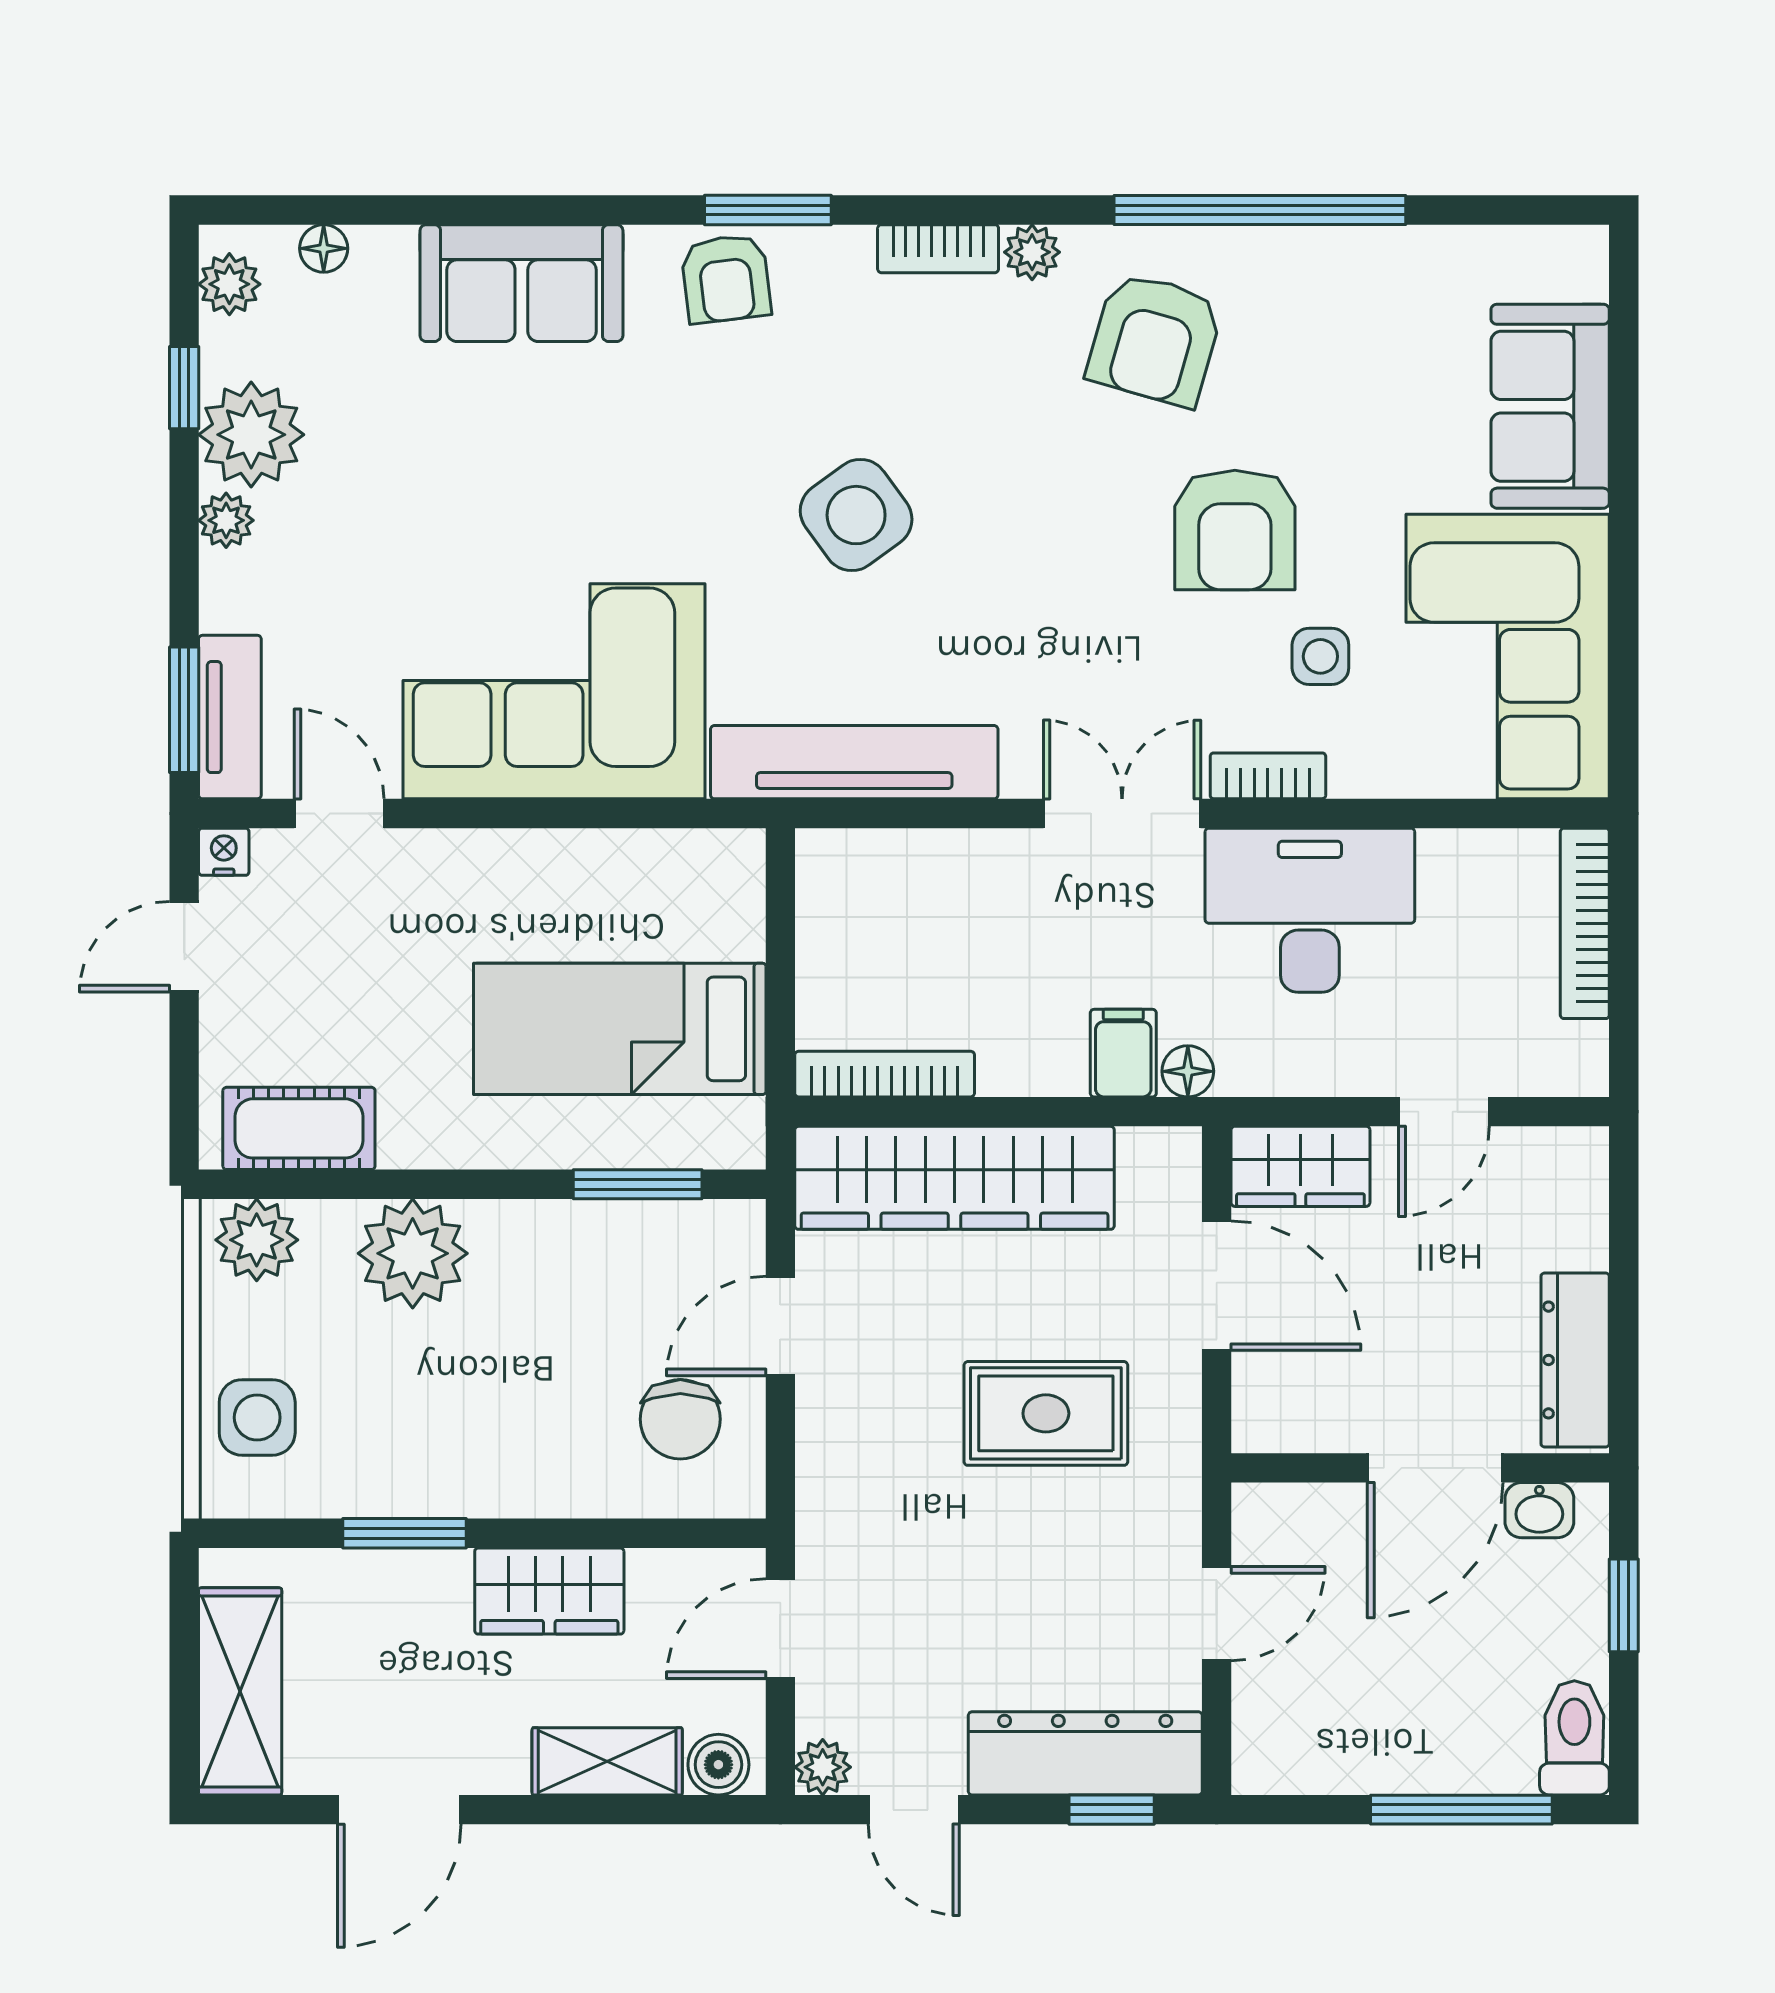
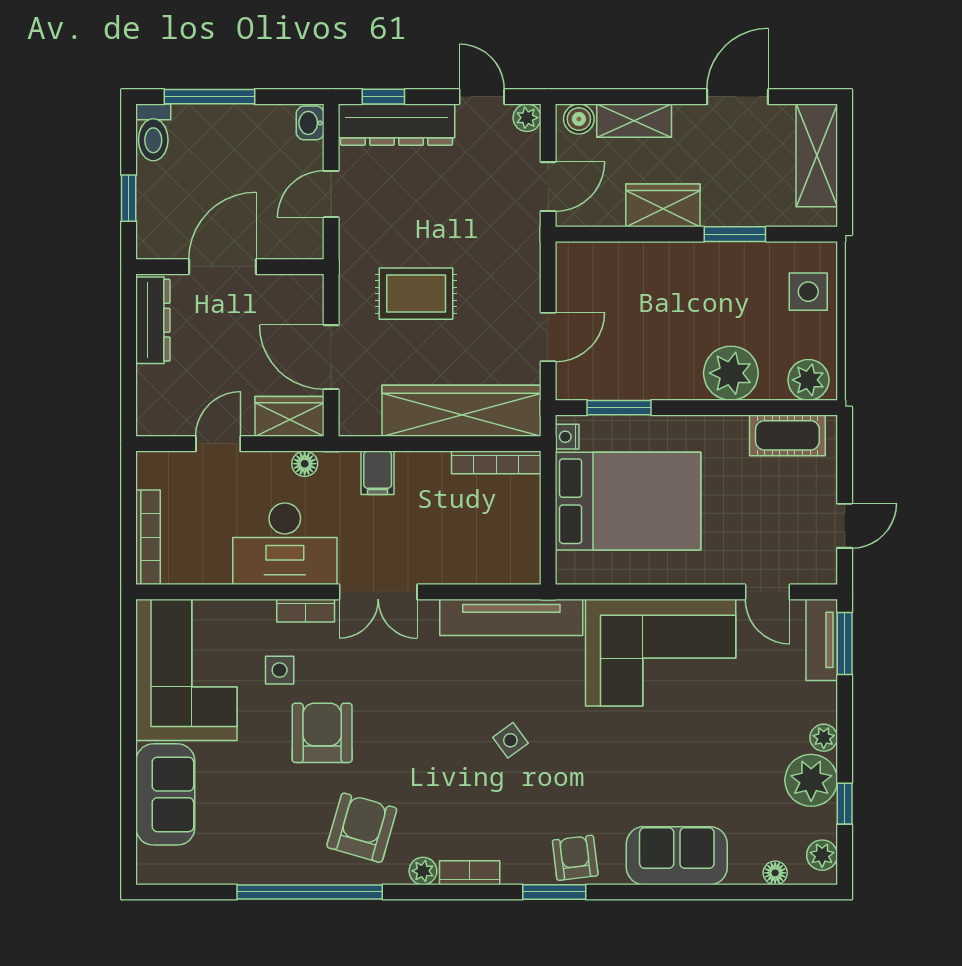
side table: (856, 515) -> (510, 740), width x0.54, depth x0.54
nightstand: (224, 852) -> (567, 437), moved, turned 90
bed: (620, 1029) -> (628, 501), width x1.50
floor lamp: (1188, 1071) -> (305, 464), moved
chair: (680, 1419) -> (598, 291), removed
washbasin: (1539, 1510) -> (310, 123), moved, turned -90

